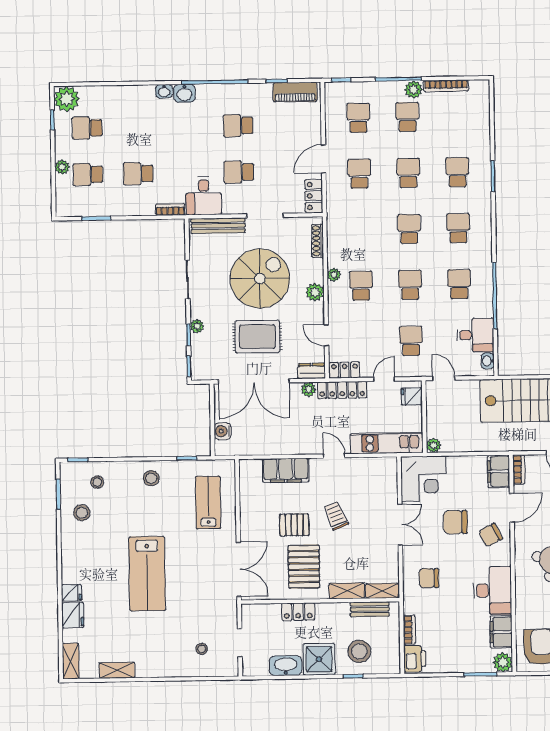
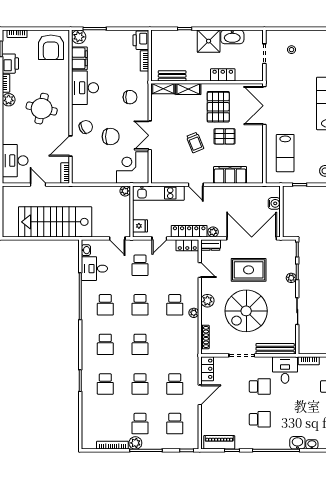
filing cabinet: (499, 471) -> (79, 172), removed
stool: (359, 651) -> (180, 46), removed

